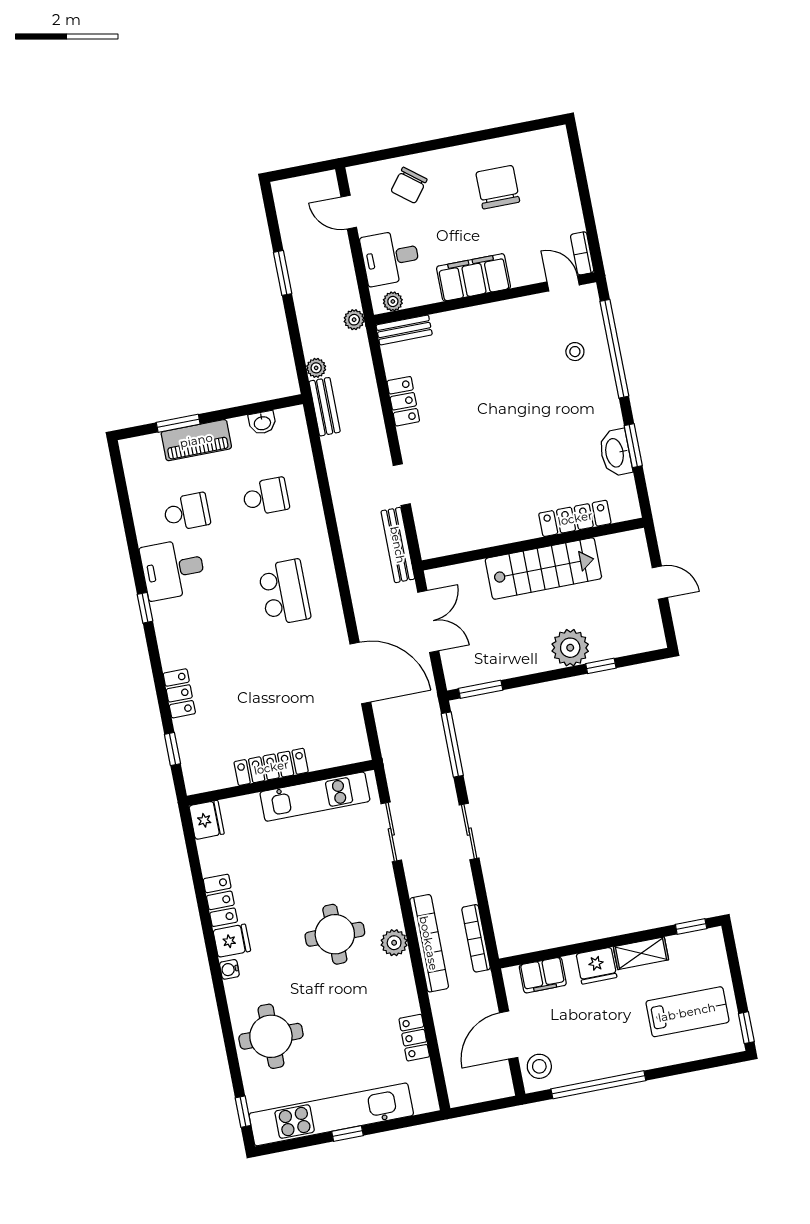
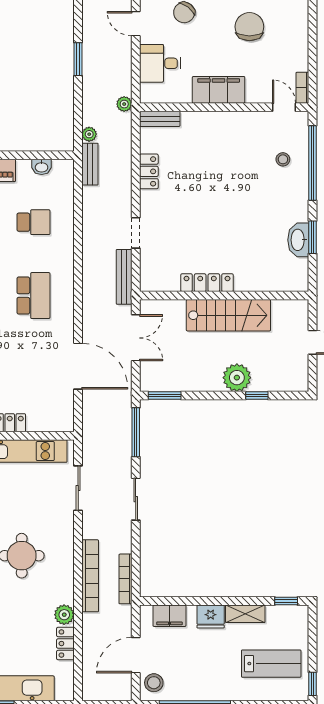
plant: (393, 301) -> (155, 96), removed
locker: (575, 518) -> (207, 283), moved
plant: (394, 943) -> (64, 615), moved

